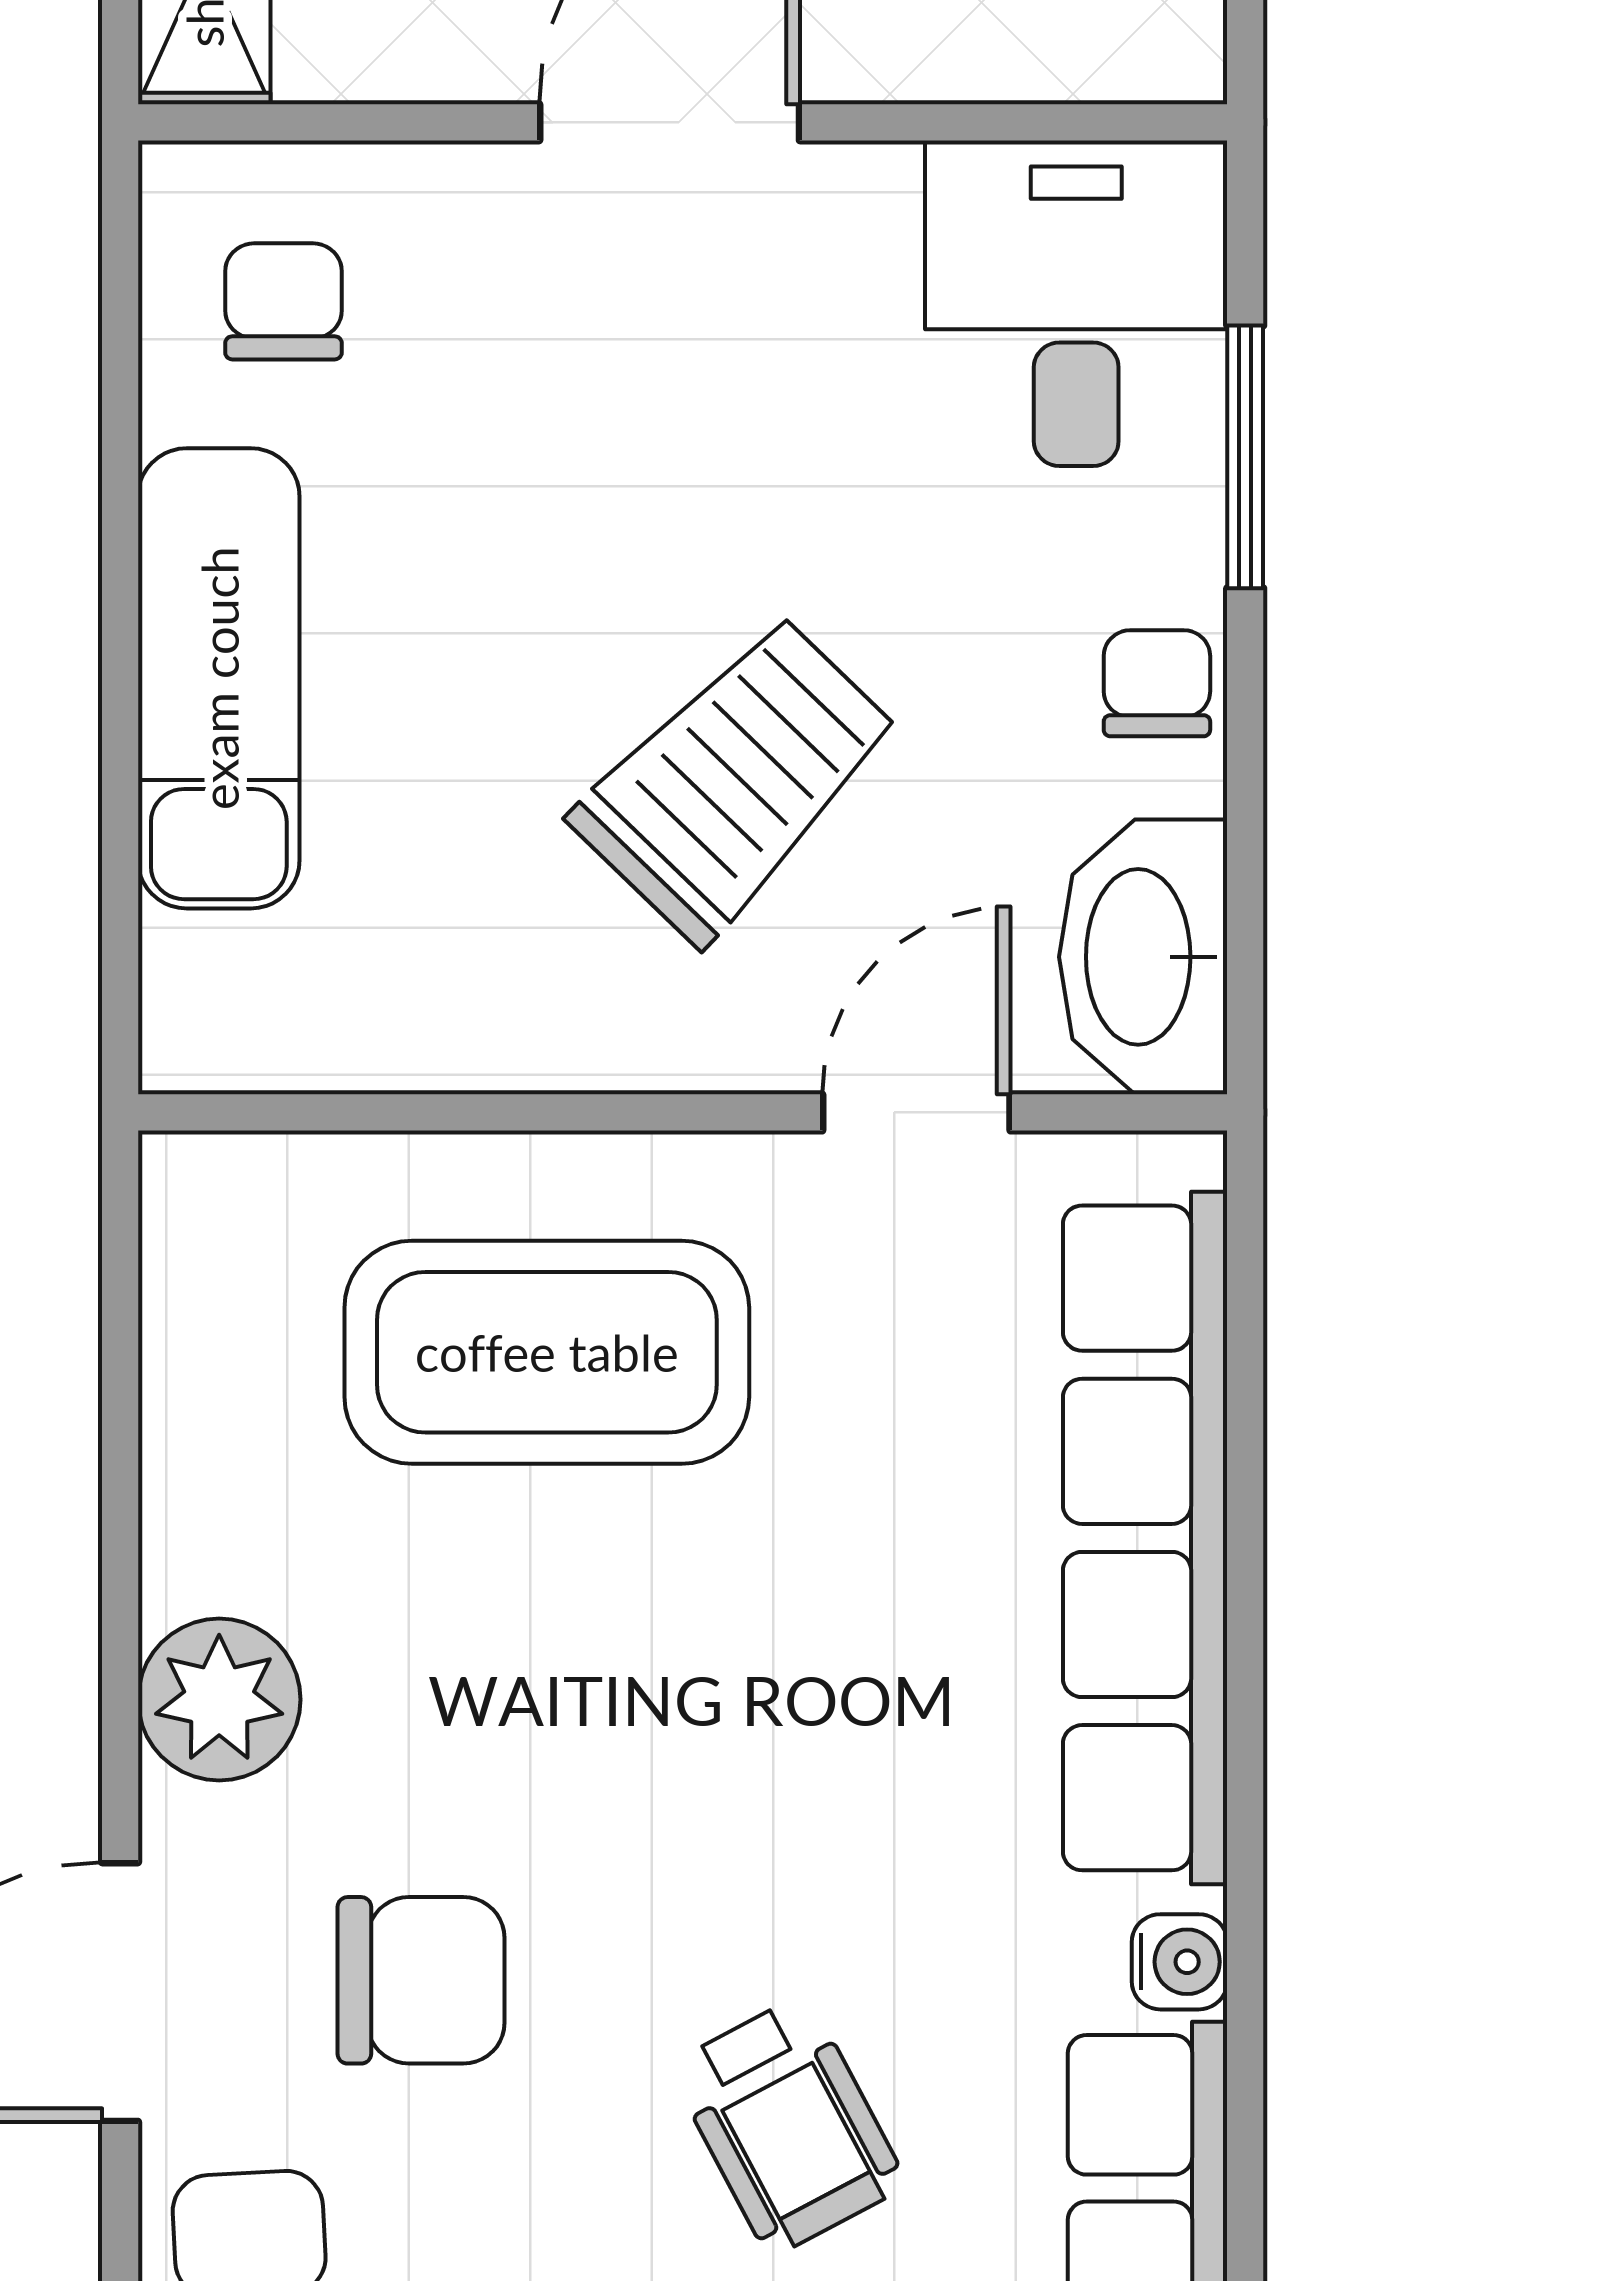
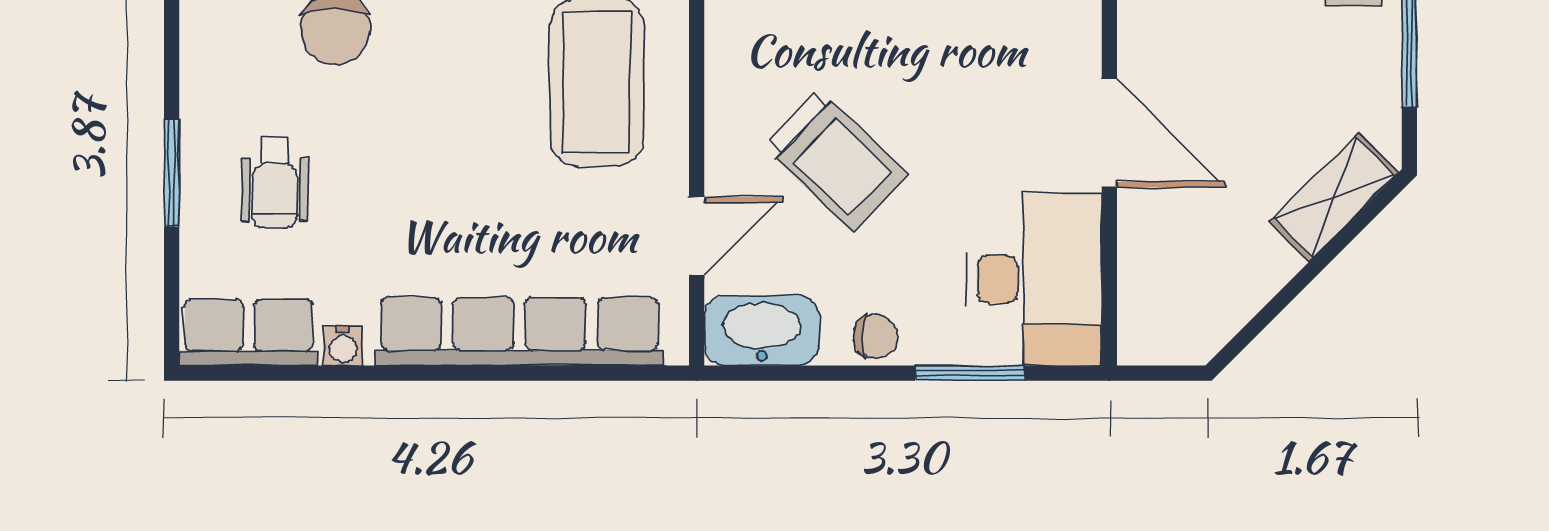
desk: (1076, 303) -> (1034, 279), width x1.37
door: (916, 1112) -> (697, 236), hinge flipped
wheelchair: (788, 2125) -> (275, 182), turned -62

